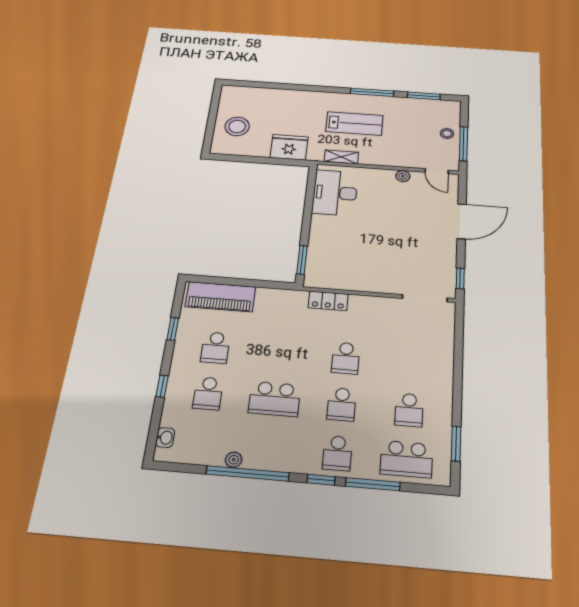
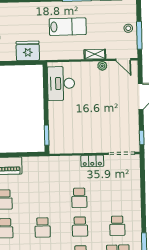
shelving: (341, 157) -> (95, 54), moved
locker: (328, 301) -> (92, 161), moved
school desk: (275, 399) -> (43, 227), width x0.54

